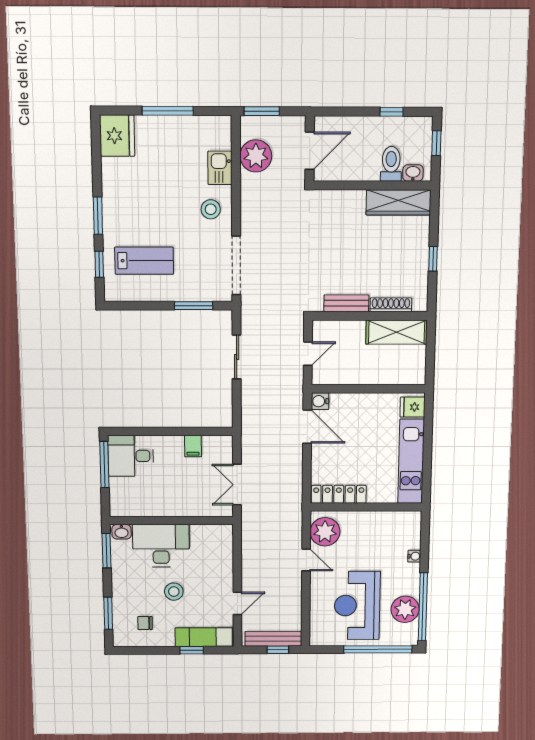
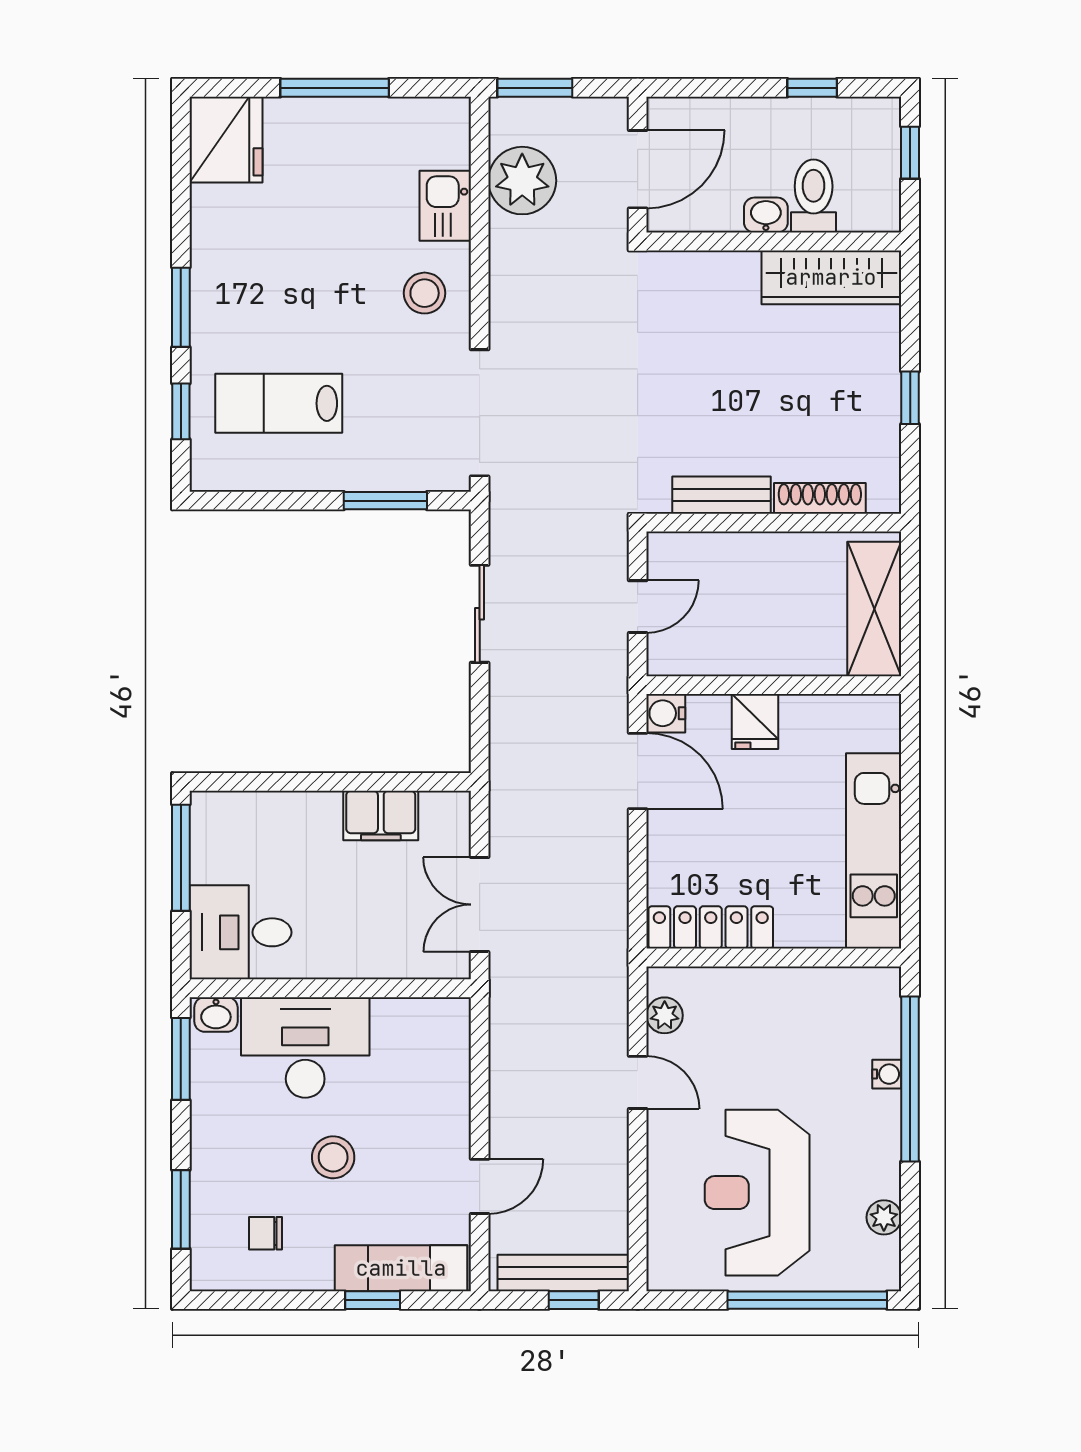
washbasin: (413, 173) -> (766, 215), moved
lab bench: (144, 261) -> (279, 403), turned 180
shelving: (397, 332) -> (874, 609), moved, turned 90
fridge: (413, 407) -> (755, 722), moved, turned -90
filing cabinet: (193, 446) -> (381, 815), width x2.00
desk: (131, 456) -> (240, 932), moved
plant: (325, 532) -> (665, 1015), width x0.53, depth x0.53
window: (423, 607) -> (910, 1079), moved
plant: (405, 609) -> (884, 1217), width x0.53, depth x0.53

